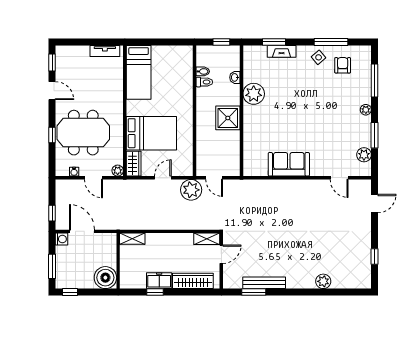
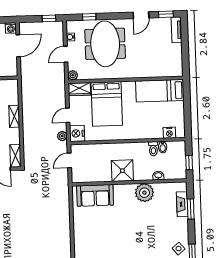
tv unit: (105, 51) -> (177, 30), moved
fireplace: (282, 51) -> (182, 204), moved
nightstand: (187, 63) -> (169, 133), added
window: (52, 135) -> (89, 17), moved
sofa: (289, 164) -> (95, 195), moved, turned 90
nightstand: (184, 168) -> (77, 133), added
door: (163, 178) -> (68, 115), swing flipped
plant: (191, 190) -> (62, 136), width x0.53, depth x0.53
window: (52, 213) -> (49, 18), moved
shelving: (132, 239) -> (14, 116), moved

